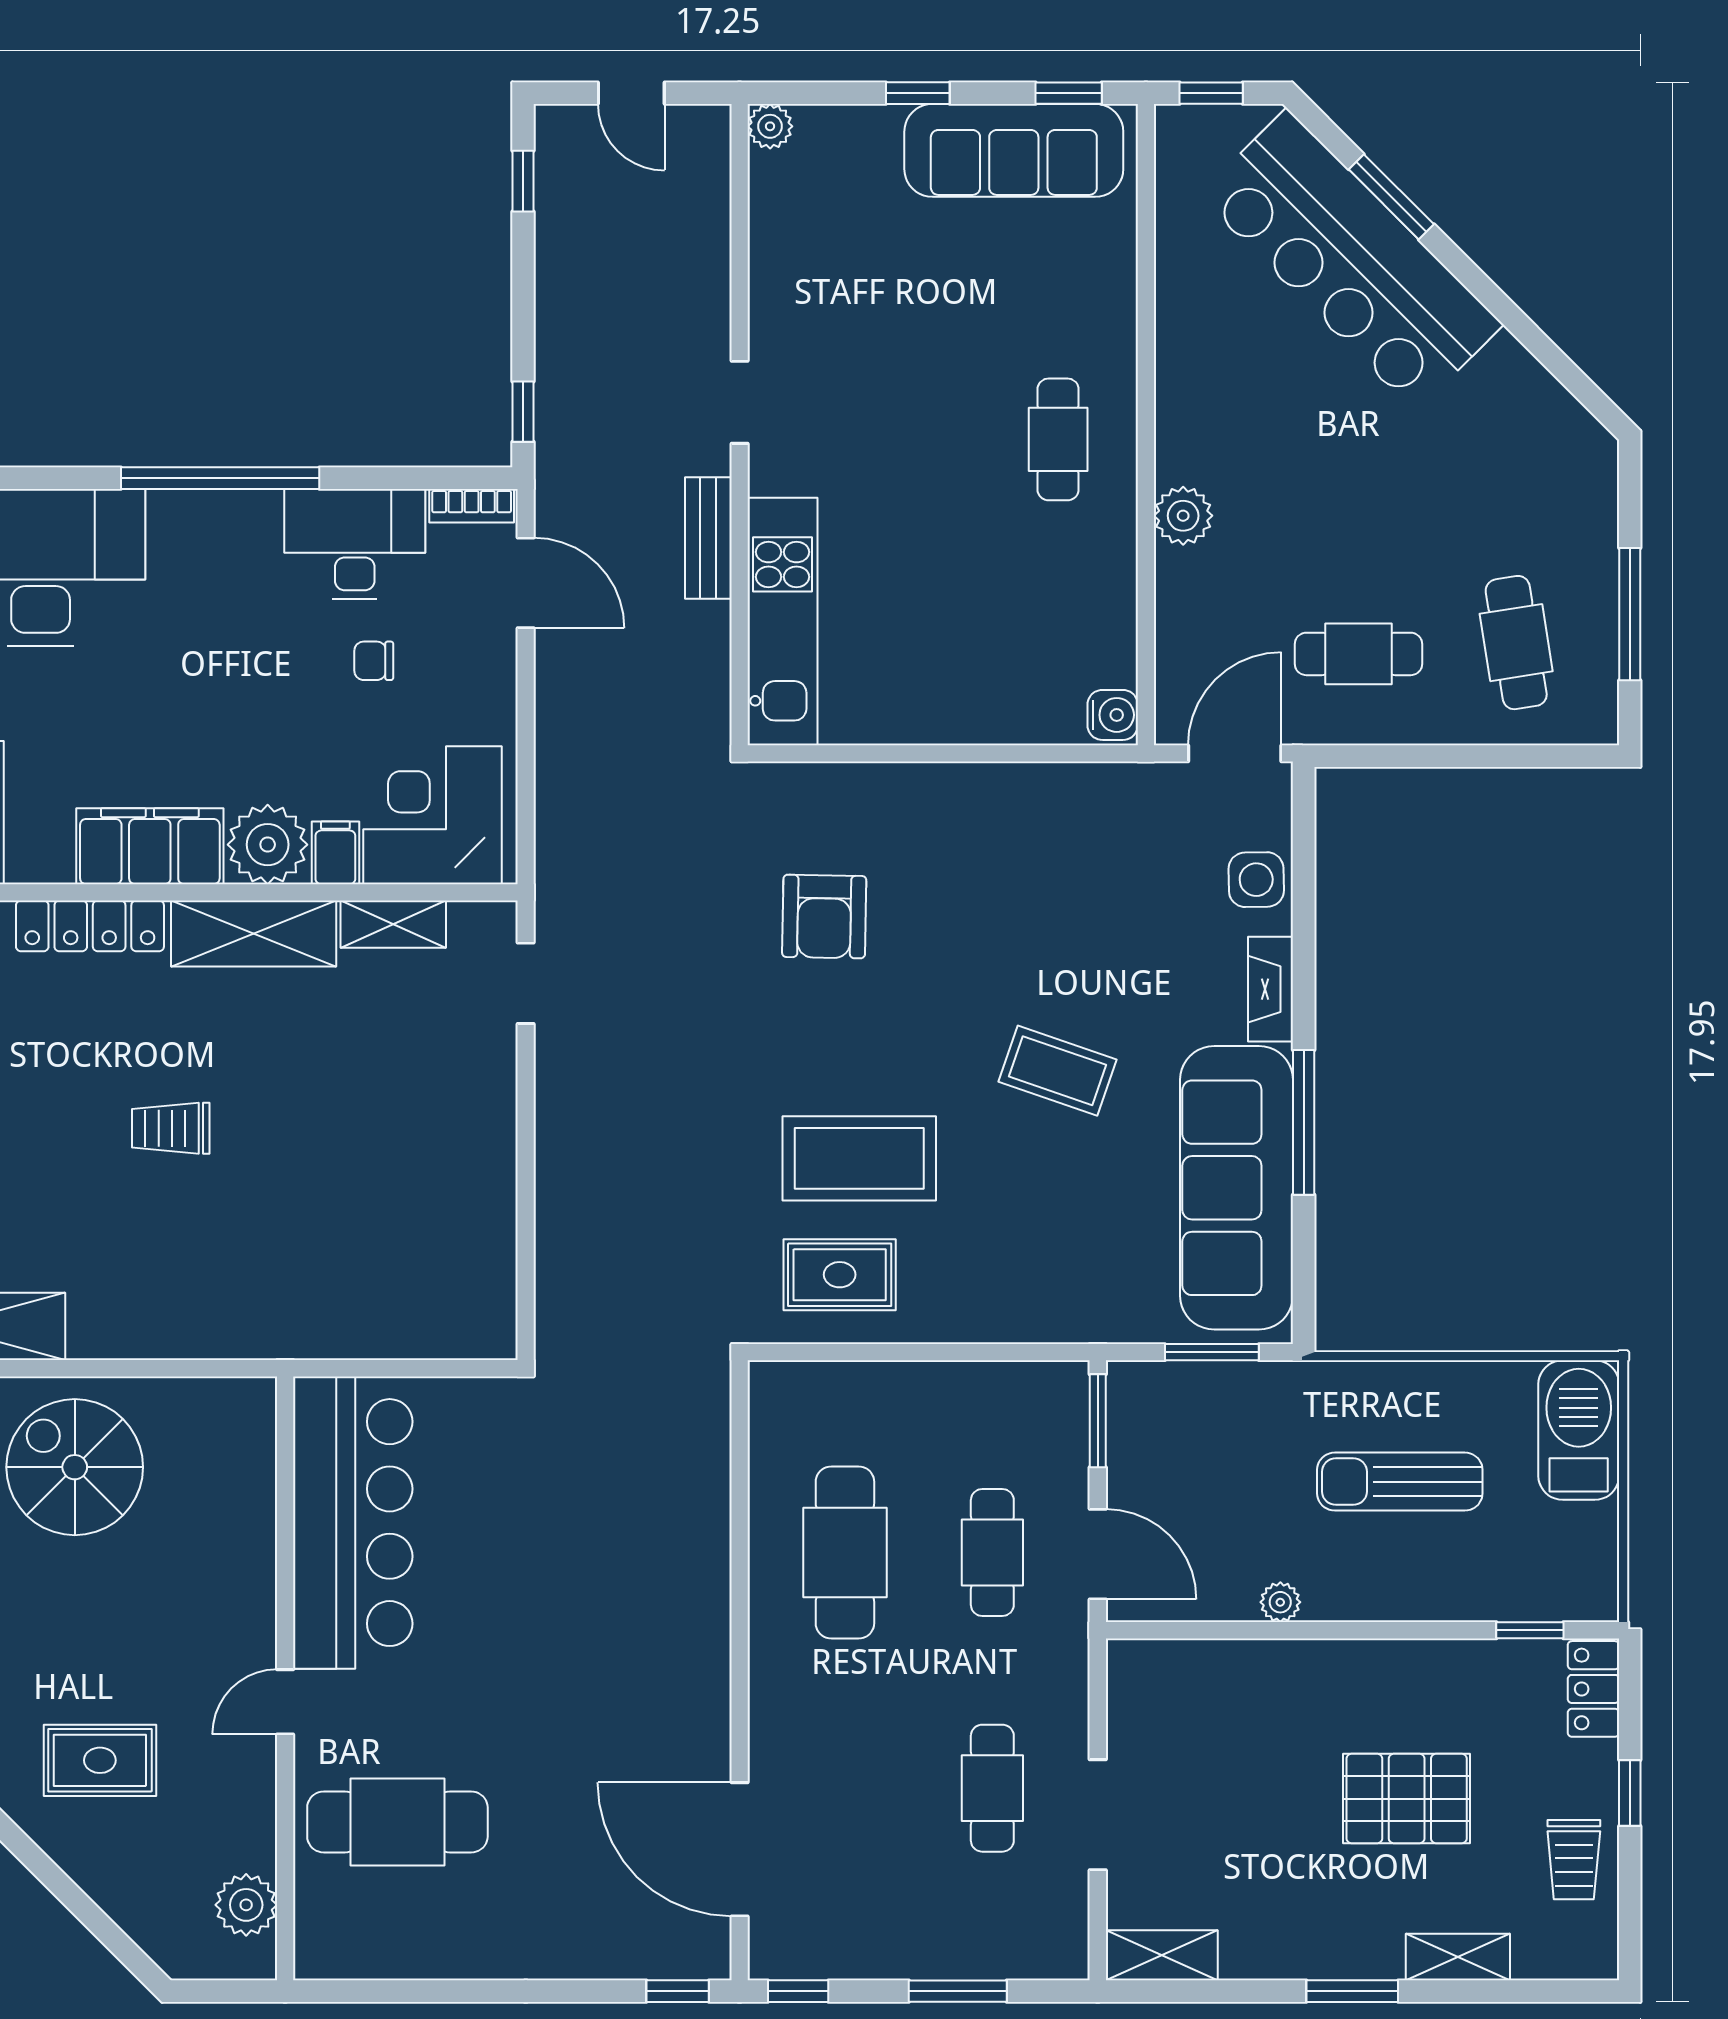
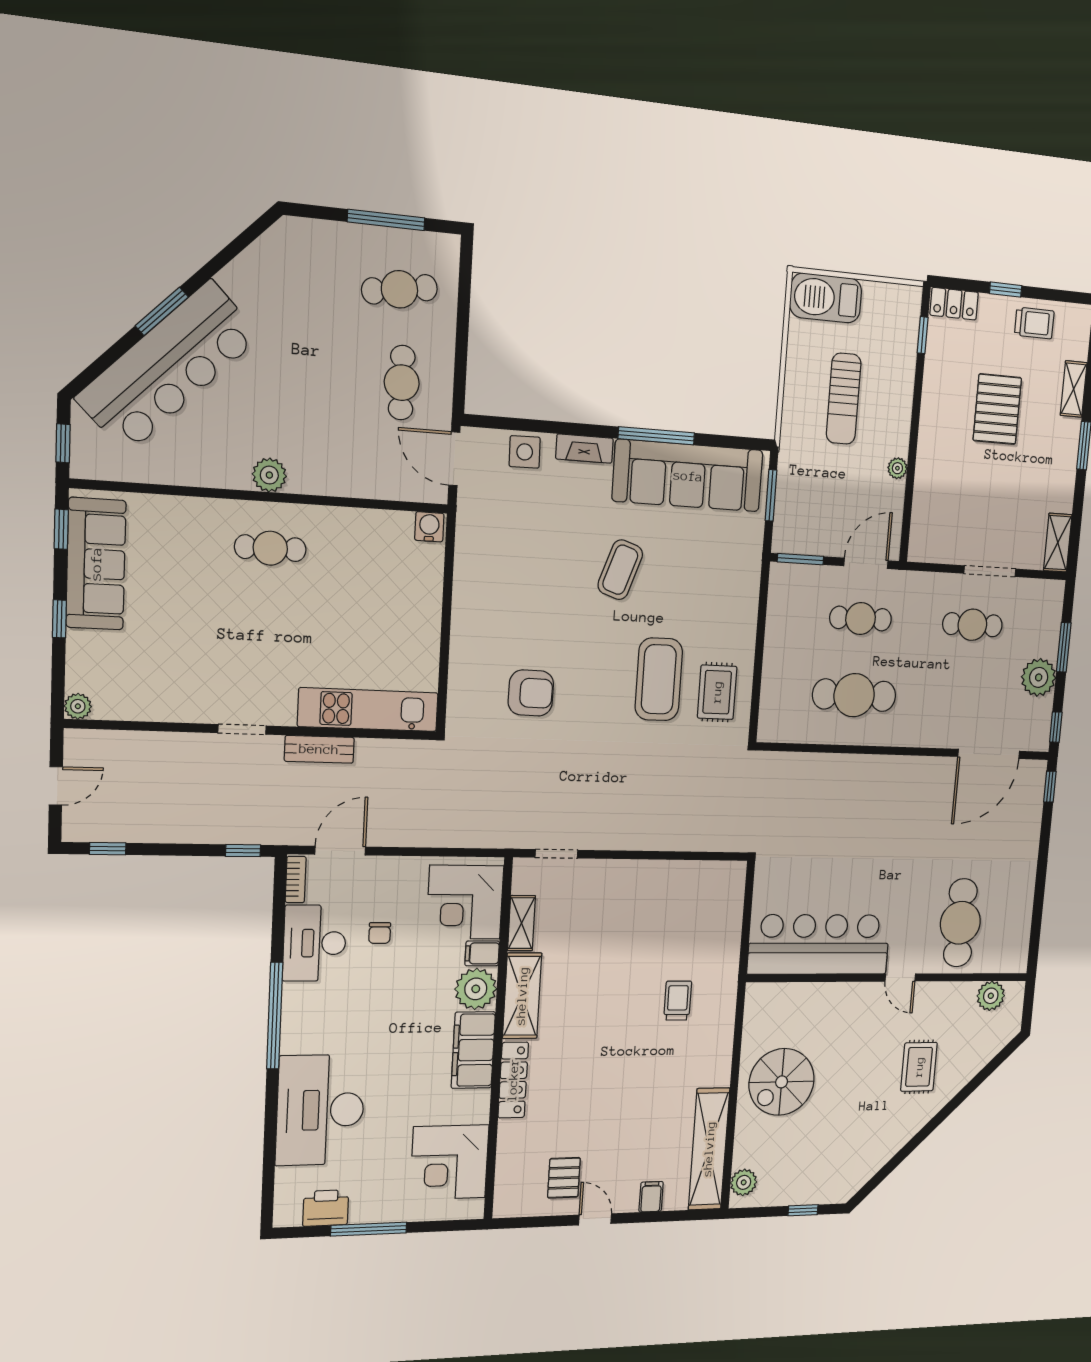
window: (1391, 197) -> (162, 311), moved
plant: (1183, 516) -> (269, 475), moved
trolley: (171, 1128) -> (678, 1001), moved, turned 180
plant: (896, 1942) -> (1039, 677), added

